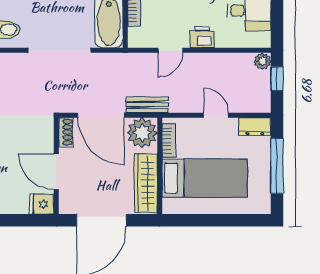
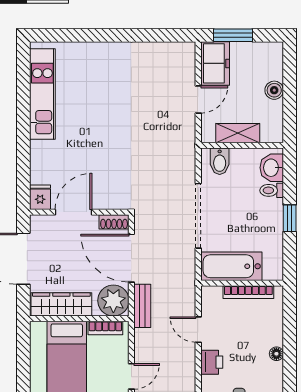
door: (101, 115) -> (131, 258), hinge flipped

